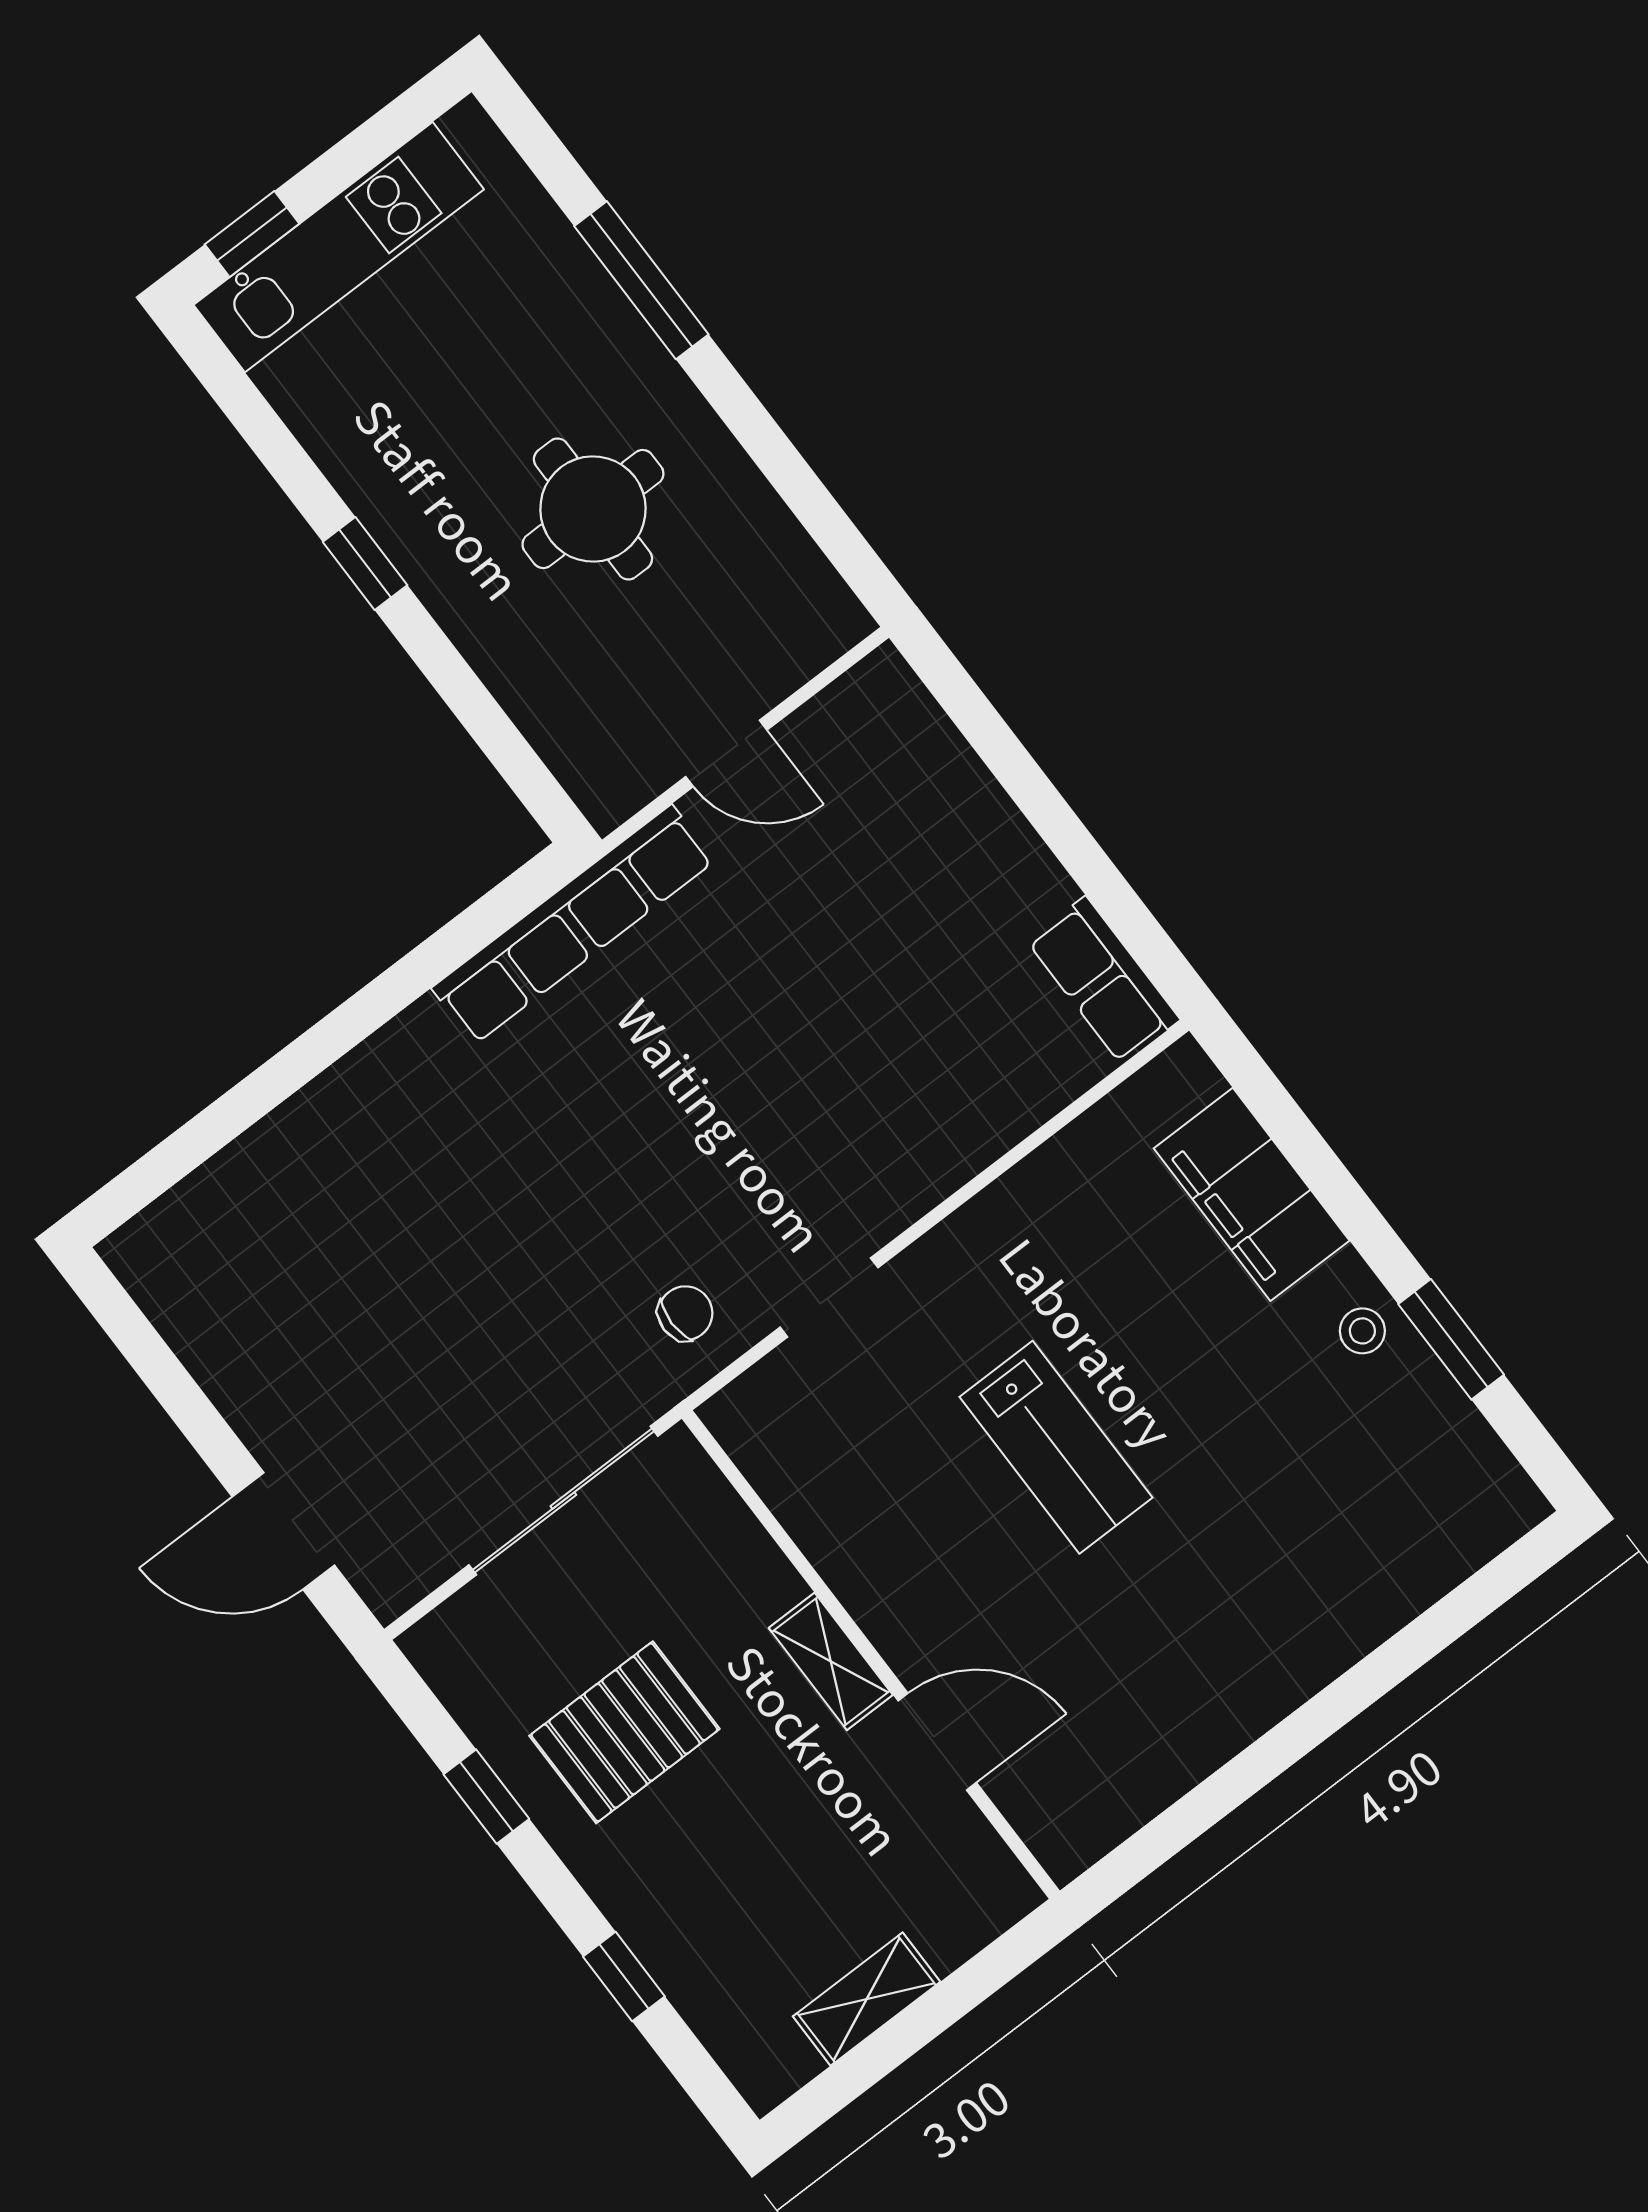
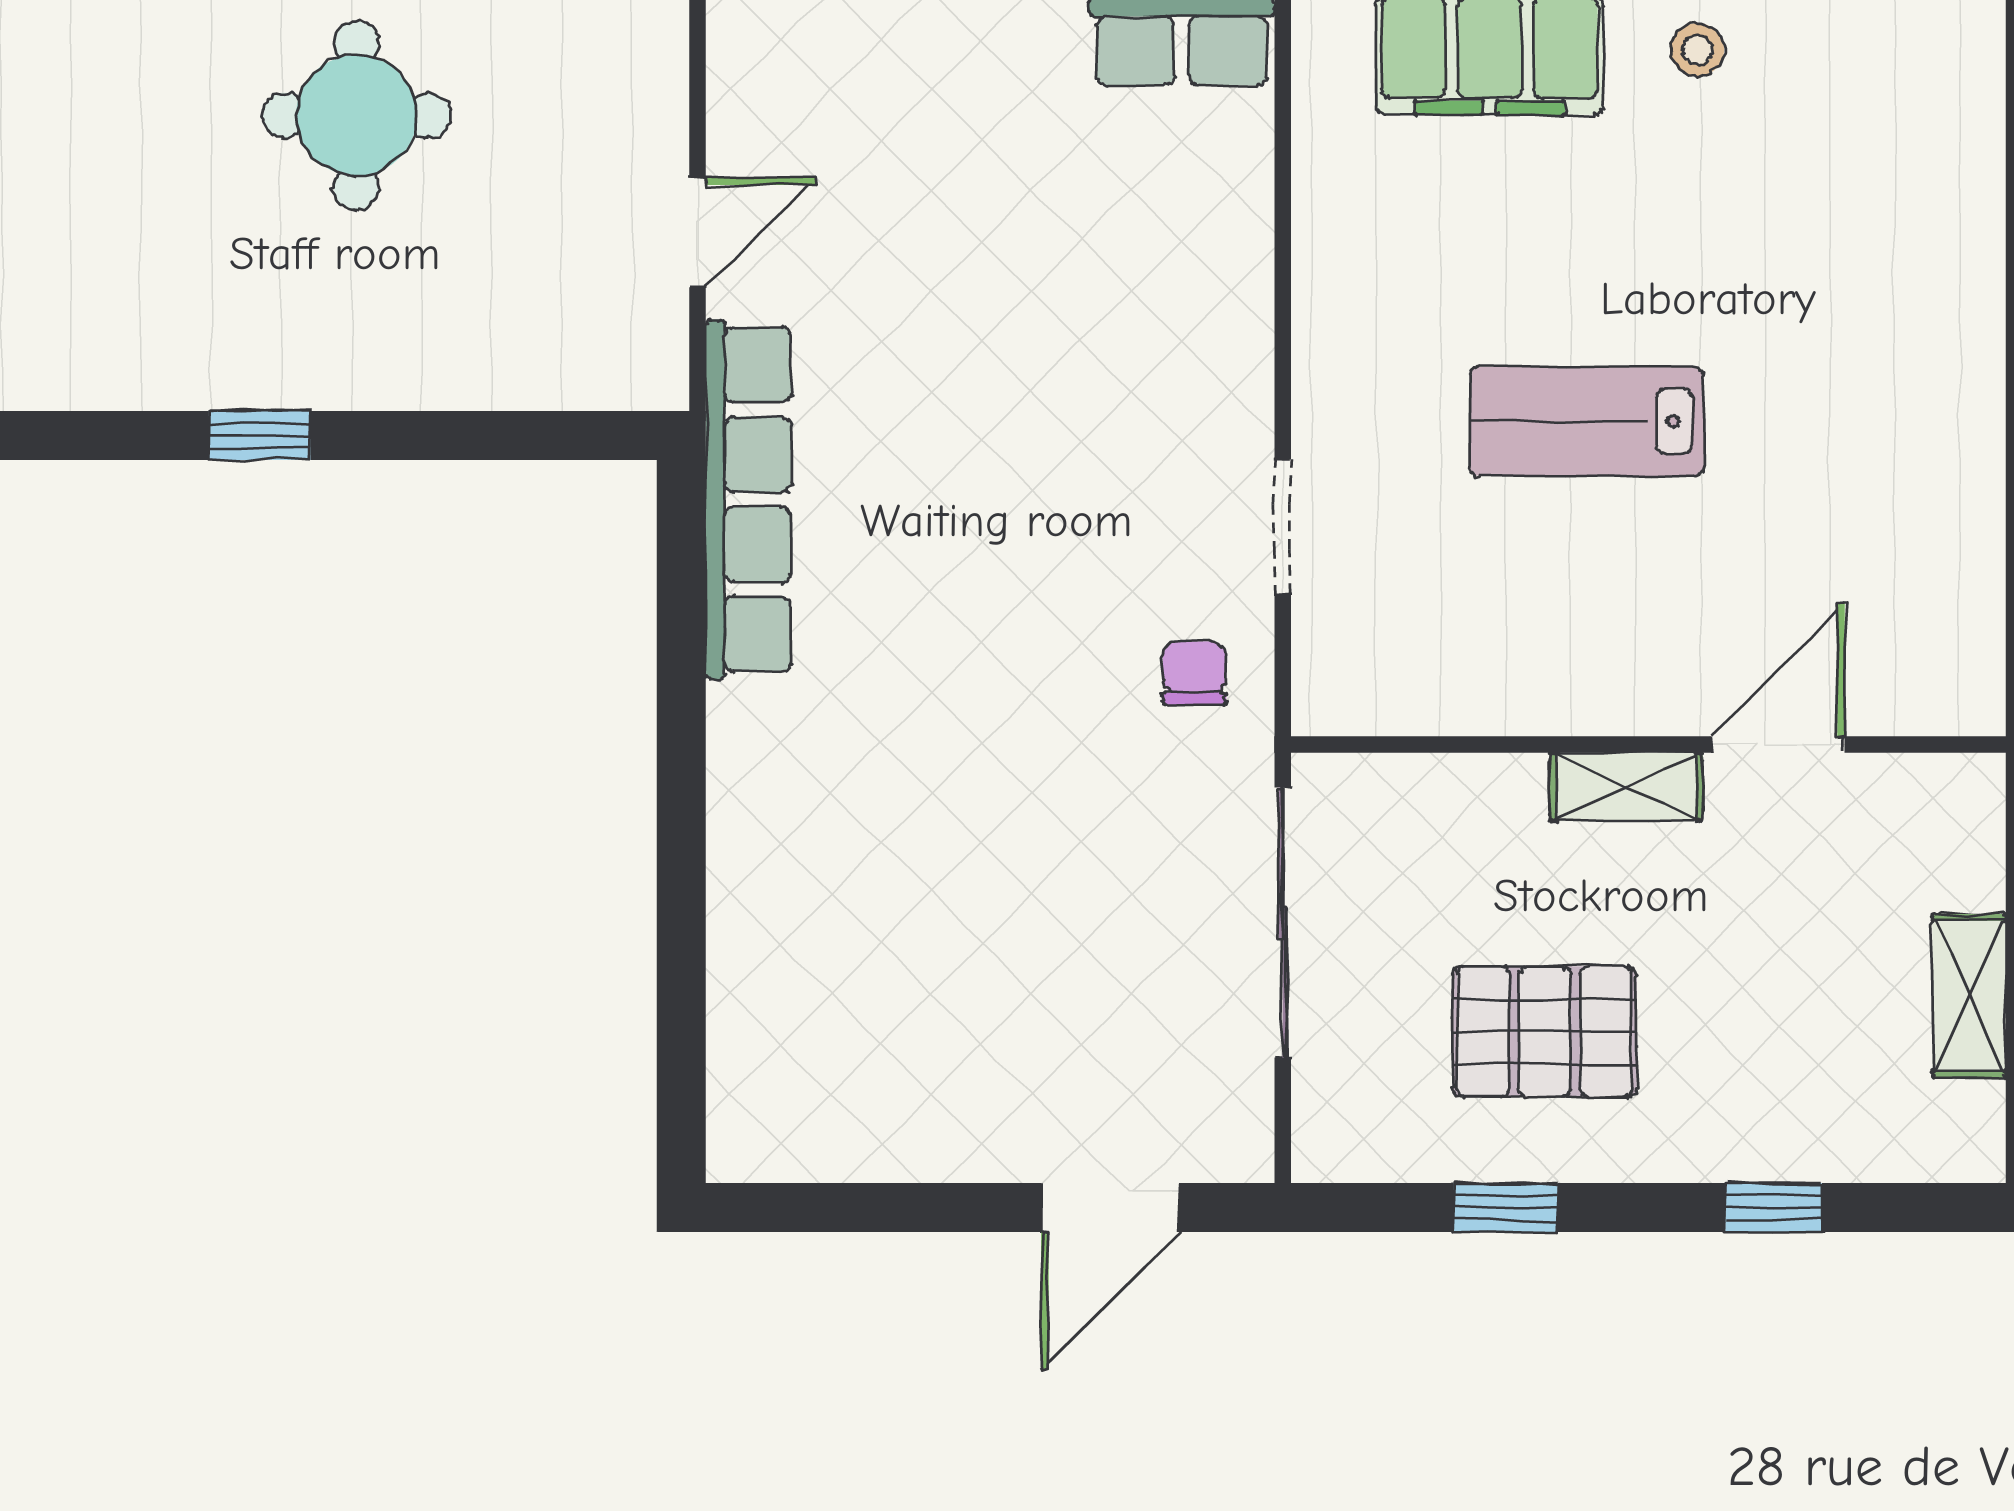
round table: (593, 509) -> (356, 115), moved
lab bench: (1056, 1447) -> (1587, 421), turned 180
pallet: (624, 1732) -> (1544, 1032), turned 90

